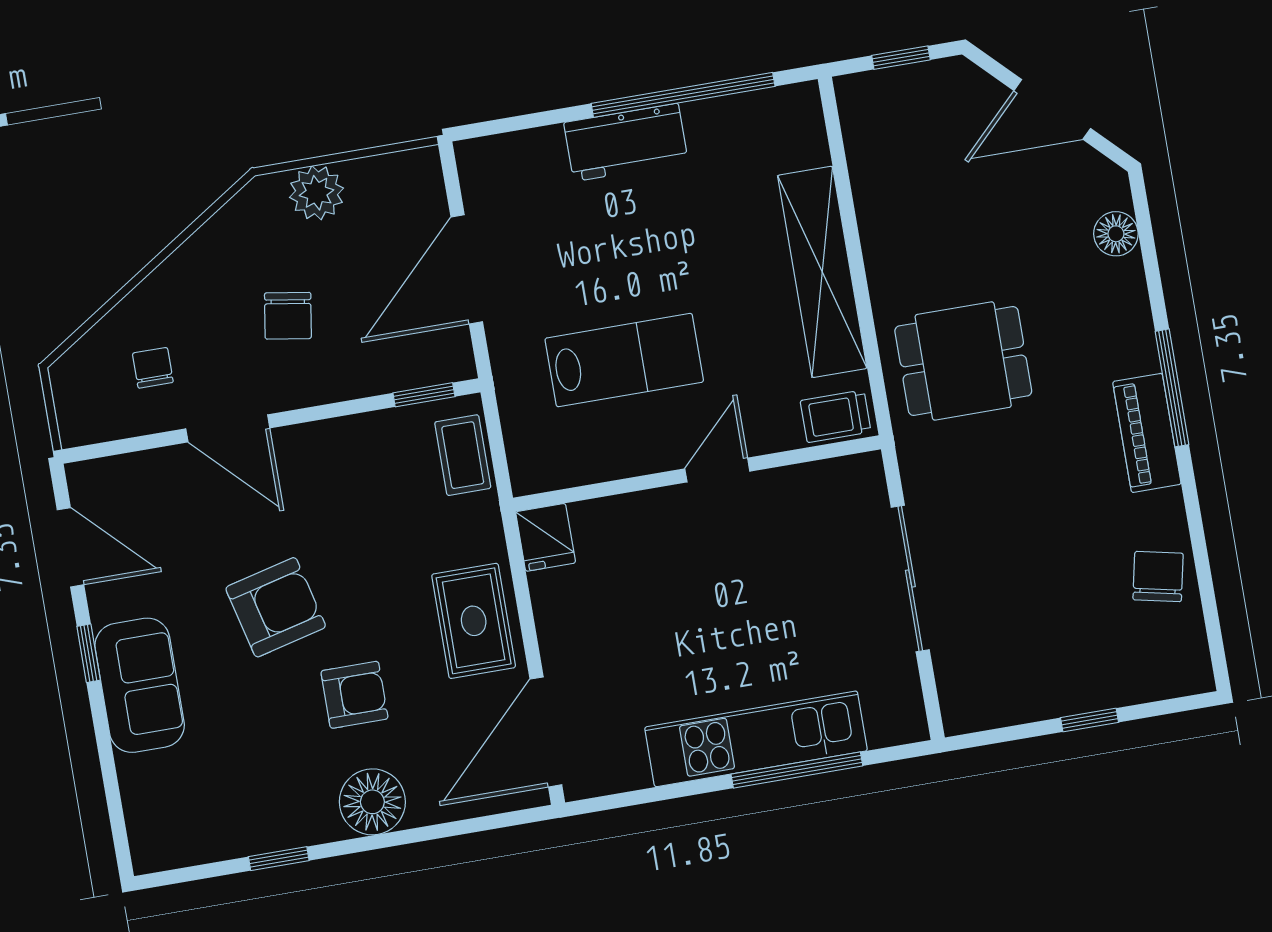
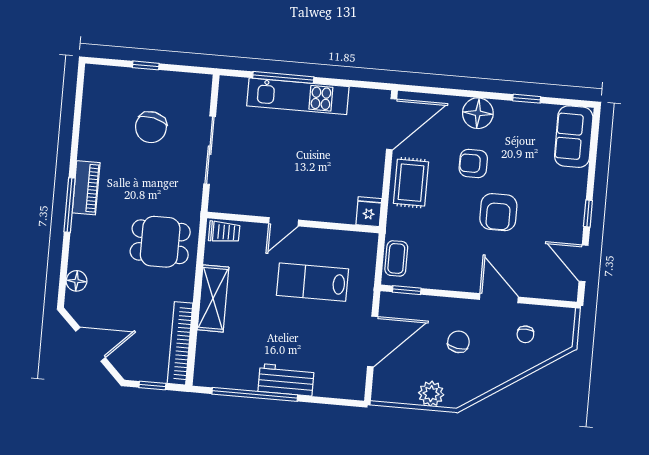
bookcase: (866, 160) -> (180, 343), added
shelving: (822, 272) -> (213, 298), width x0.68
chair: (1158, 577) -> (151, 127), moved, width x1.37, depth x1.37
armchair: (276, 607) -> (498, 212), turned -76
sofa: (140, 685) -> (574, 137), moved

